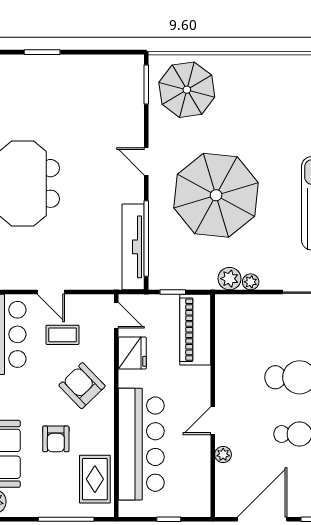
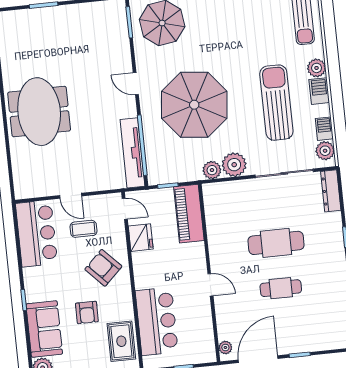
plant: (251, 282) -> (234, 165), width x1.88, depth x1.88
door: (213, 421) -> (210, 285), swing flipped
bar counter: (141, 444) -> (157, 321), width x0.73
plant: (223, 455) -> (225, 347), moved

